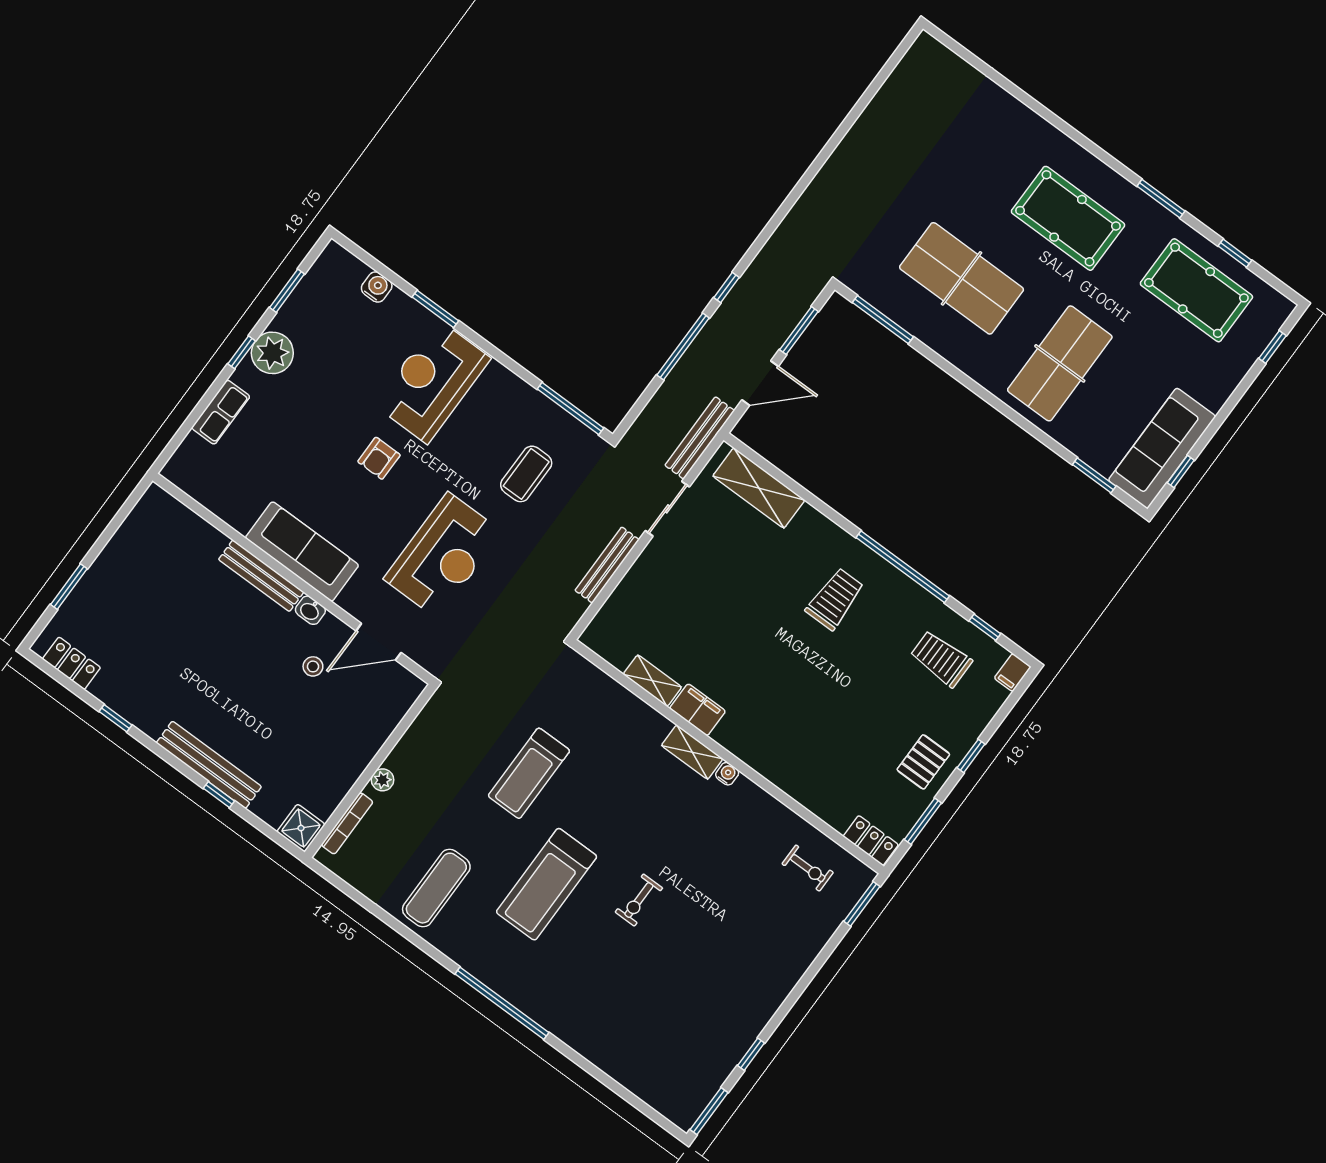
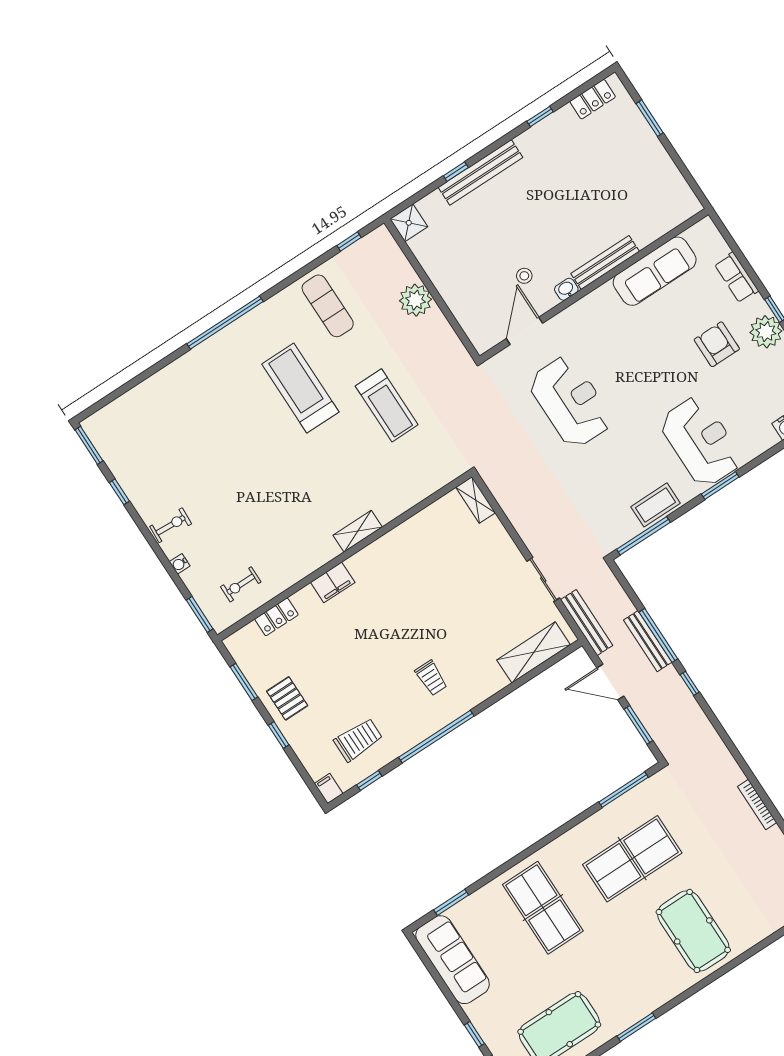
pool table: (1068, 218) -> (693, 931), moved, turned 90
window: (435, 309) -> (720, 485), moved
door: (760, 383) -> (610, 682), hinge flipped
armchair: (379, 458) -> (717, 344), moved, width x1.38, depth x1.38
window: (1181, 472) -> (474, 1034), moved
coffee table: (526, 474) -> (656, 505), moved, turned 90
sofa: (302, 551) -> (655, 271), moved
reception desk: (443, 555) -> (570, 402), turned 180
bench: (607, 565) -> (648, 641), moved
trolley: (835, 599) -> (431, 678), width x0.73, depth x0.72
shelving: (652, 681) -> (476, 500), moved, turned 90
filing cabinet: (698, 710) -> (333, 582), moved
treadmill: (529, 773) -> (387, 405), turned 180
water cooler: (727, 774) -> (180, 564), moved, turned 90
plant: (383, 780) -> (416, 300), width x1.88, depth x1.88
bookcase: (347, 823) -> (757, 805), moved
locker: (871, 841) -> (276, 617), moved
window: (350, 891) -> (349, 242), added
exercise bike: (639, 900) -> (171, 525), moved, turned 93

